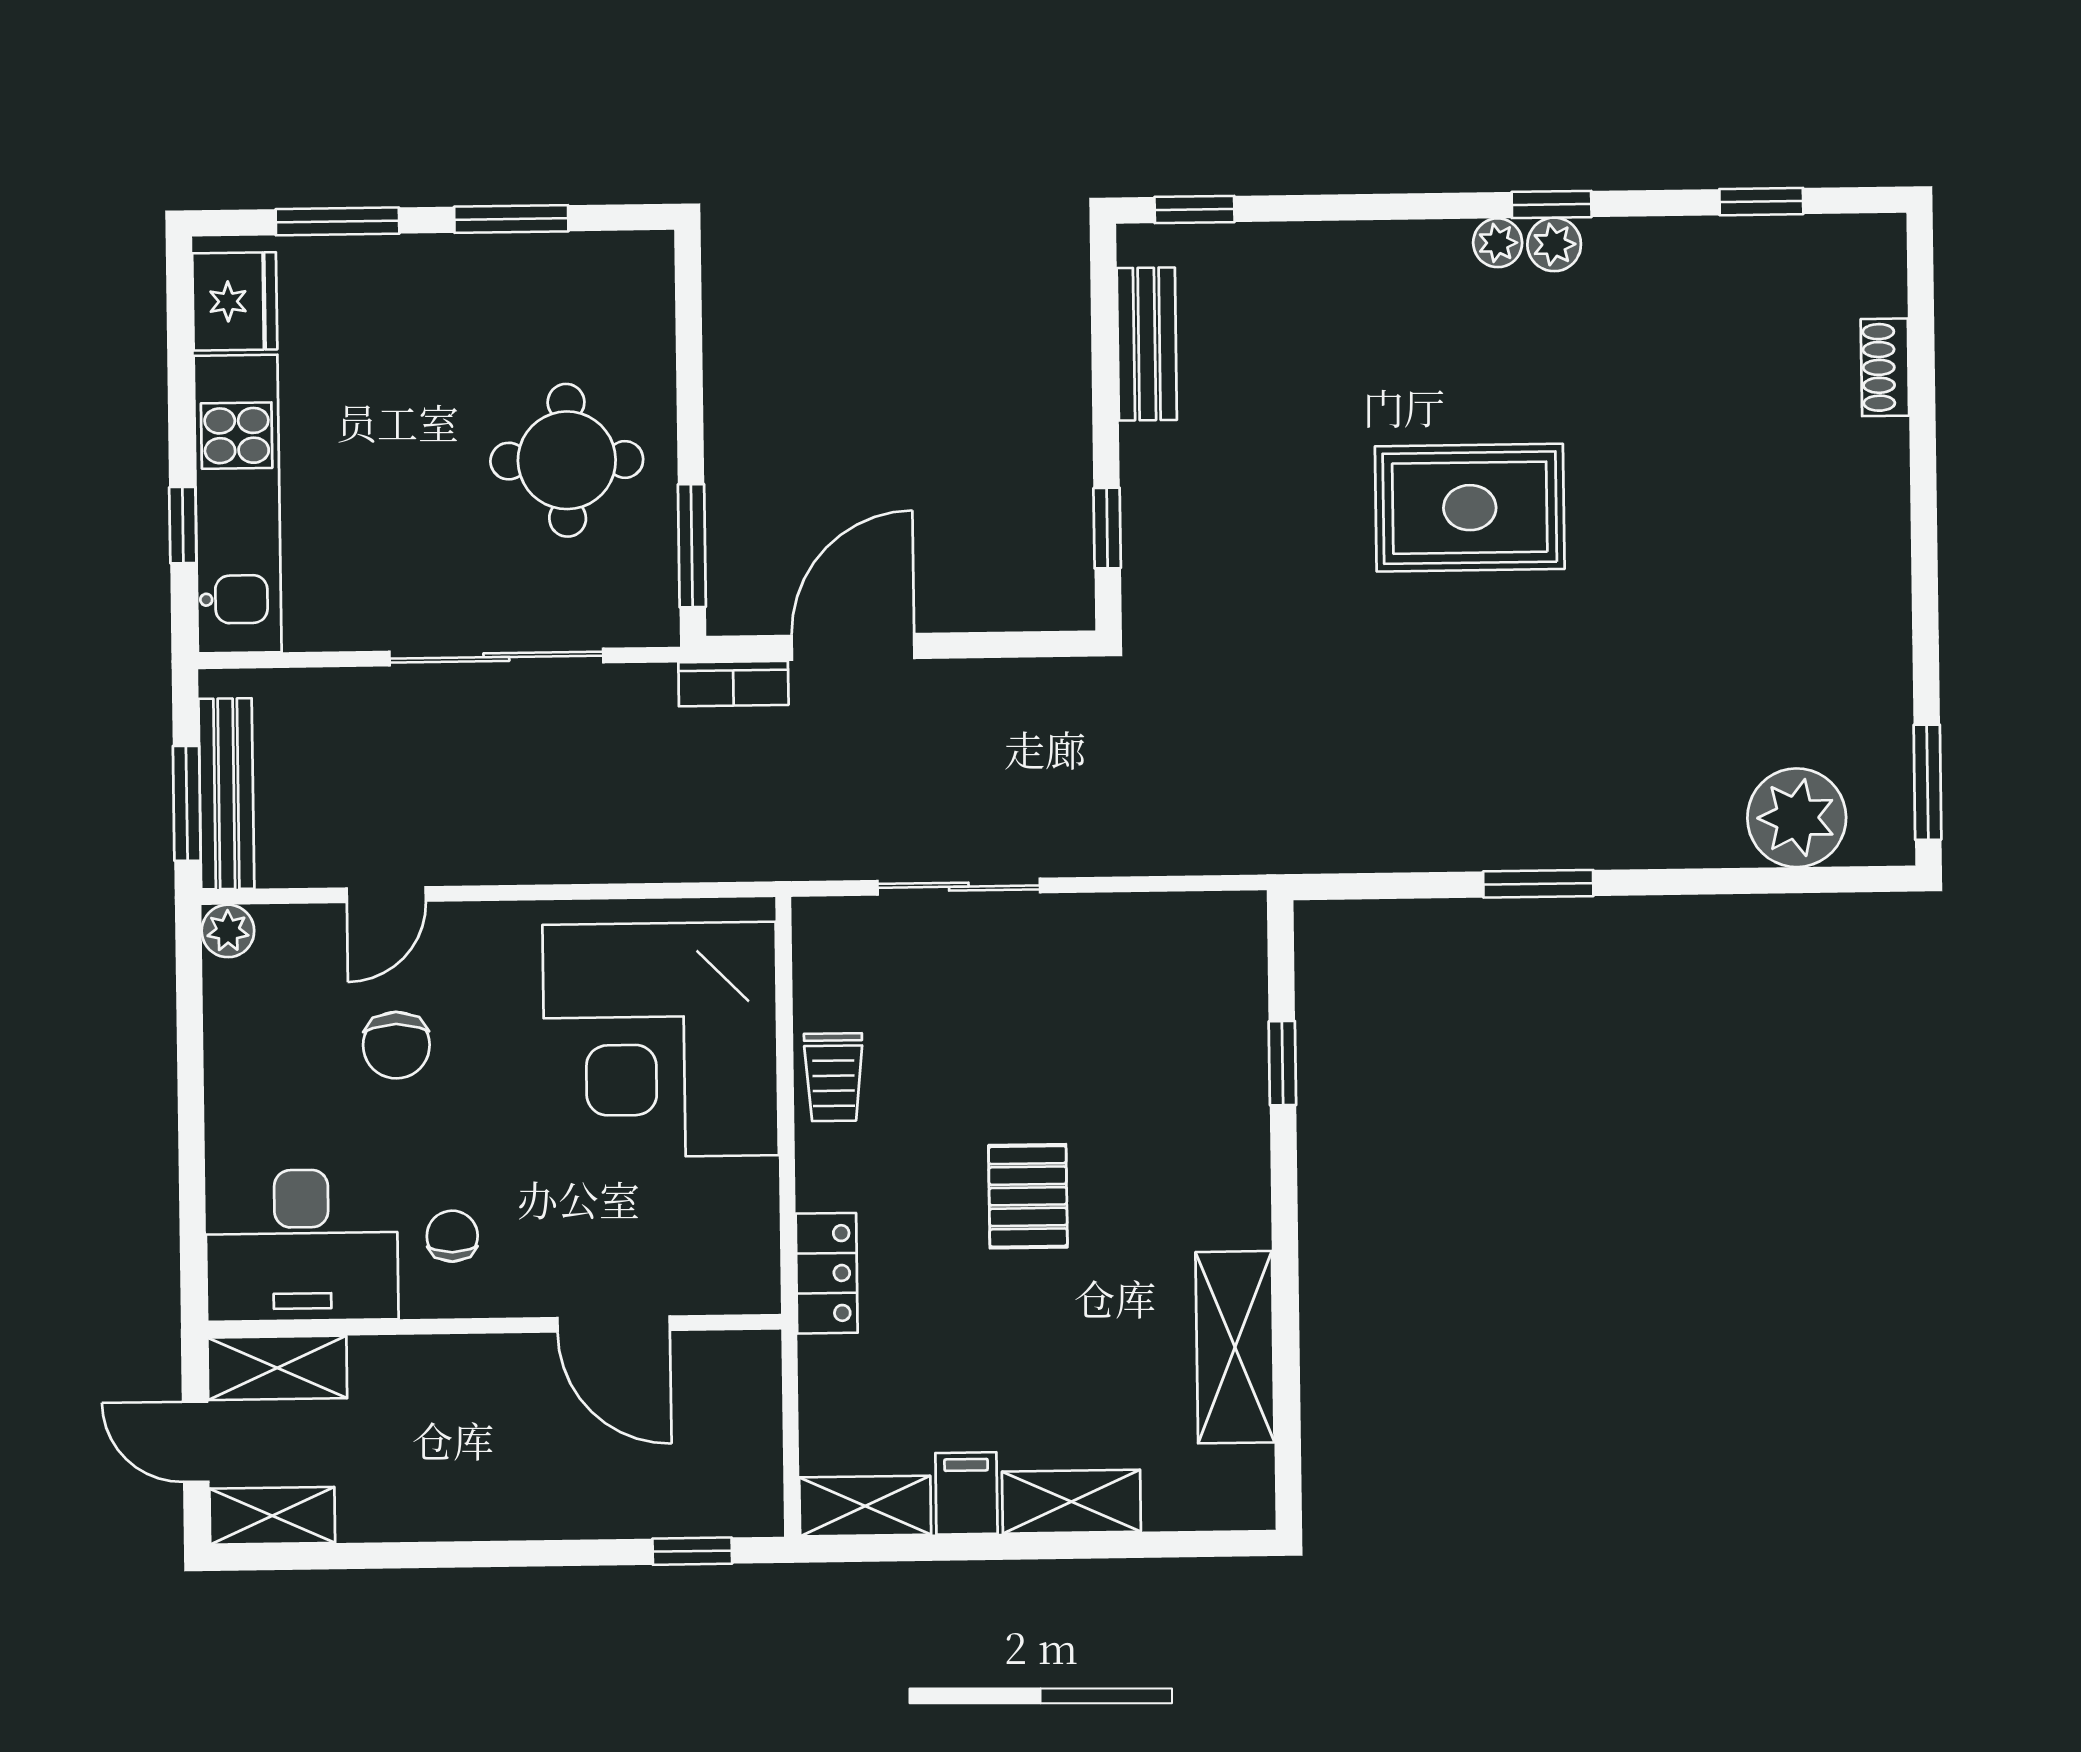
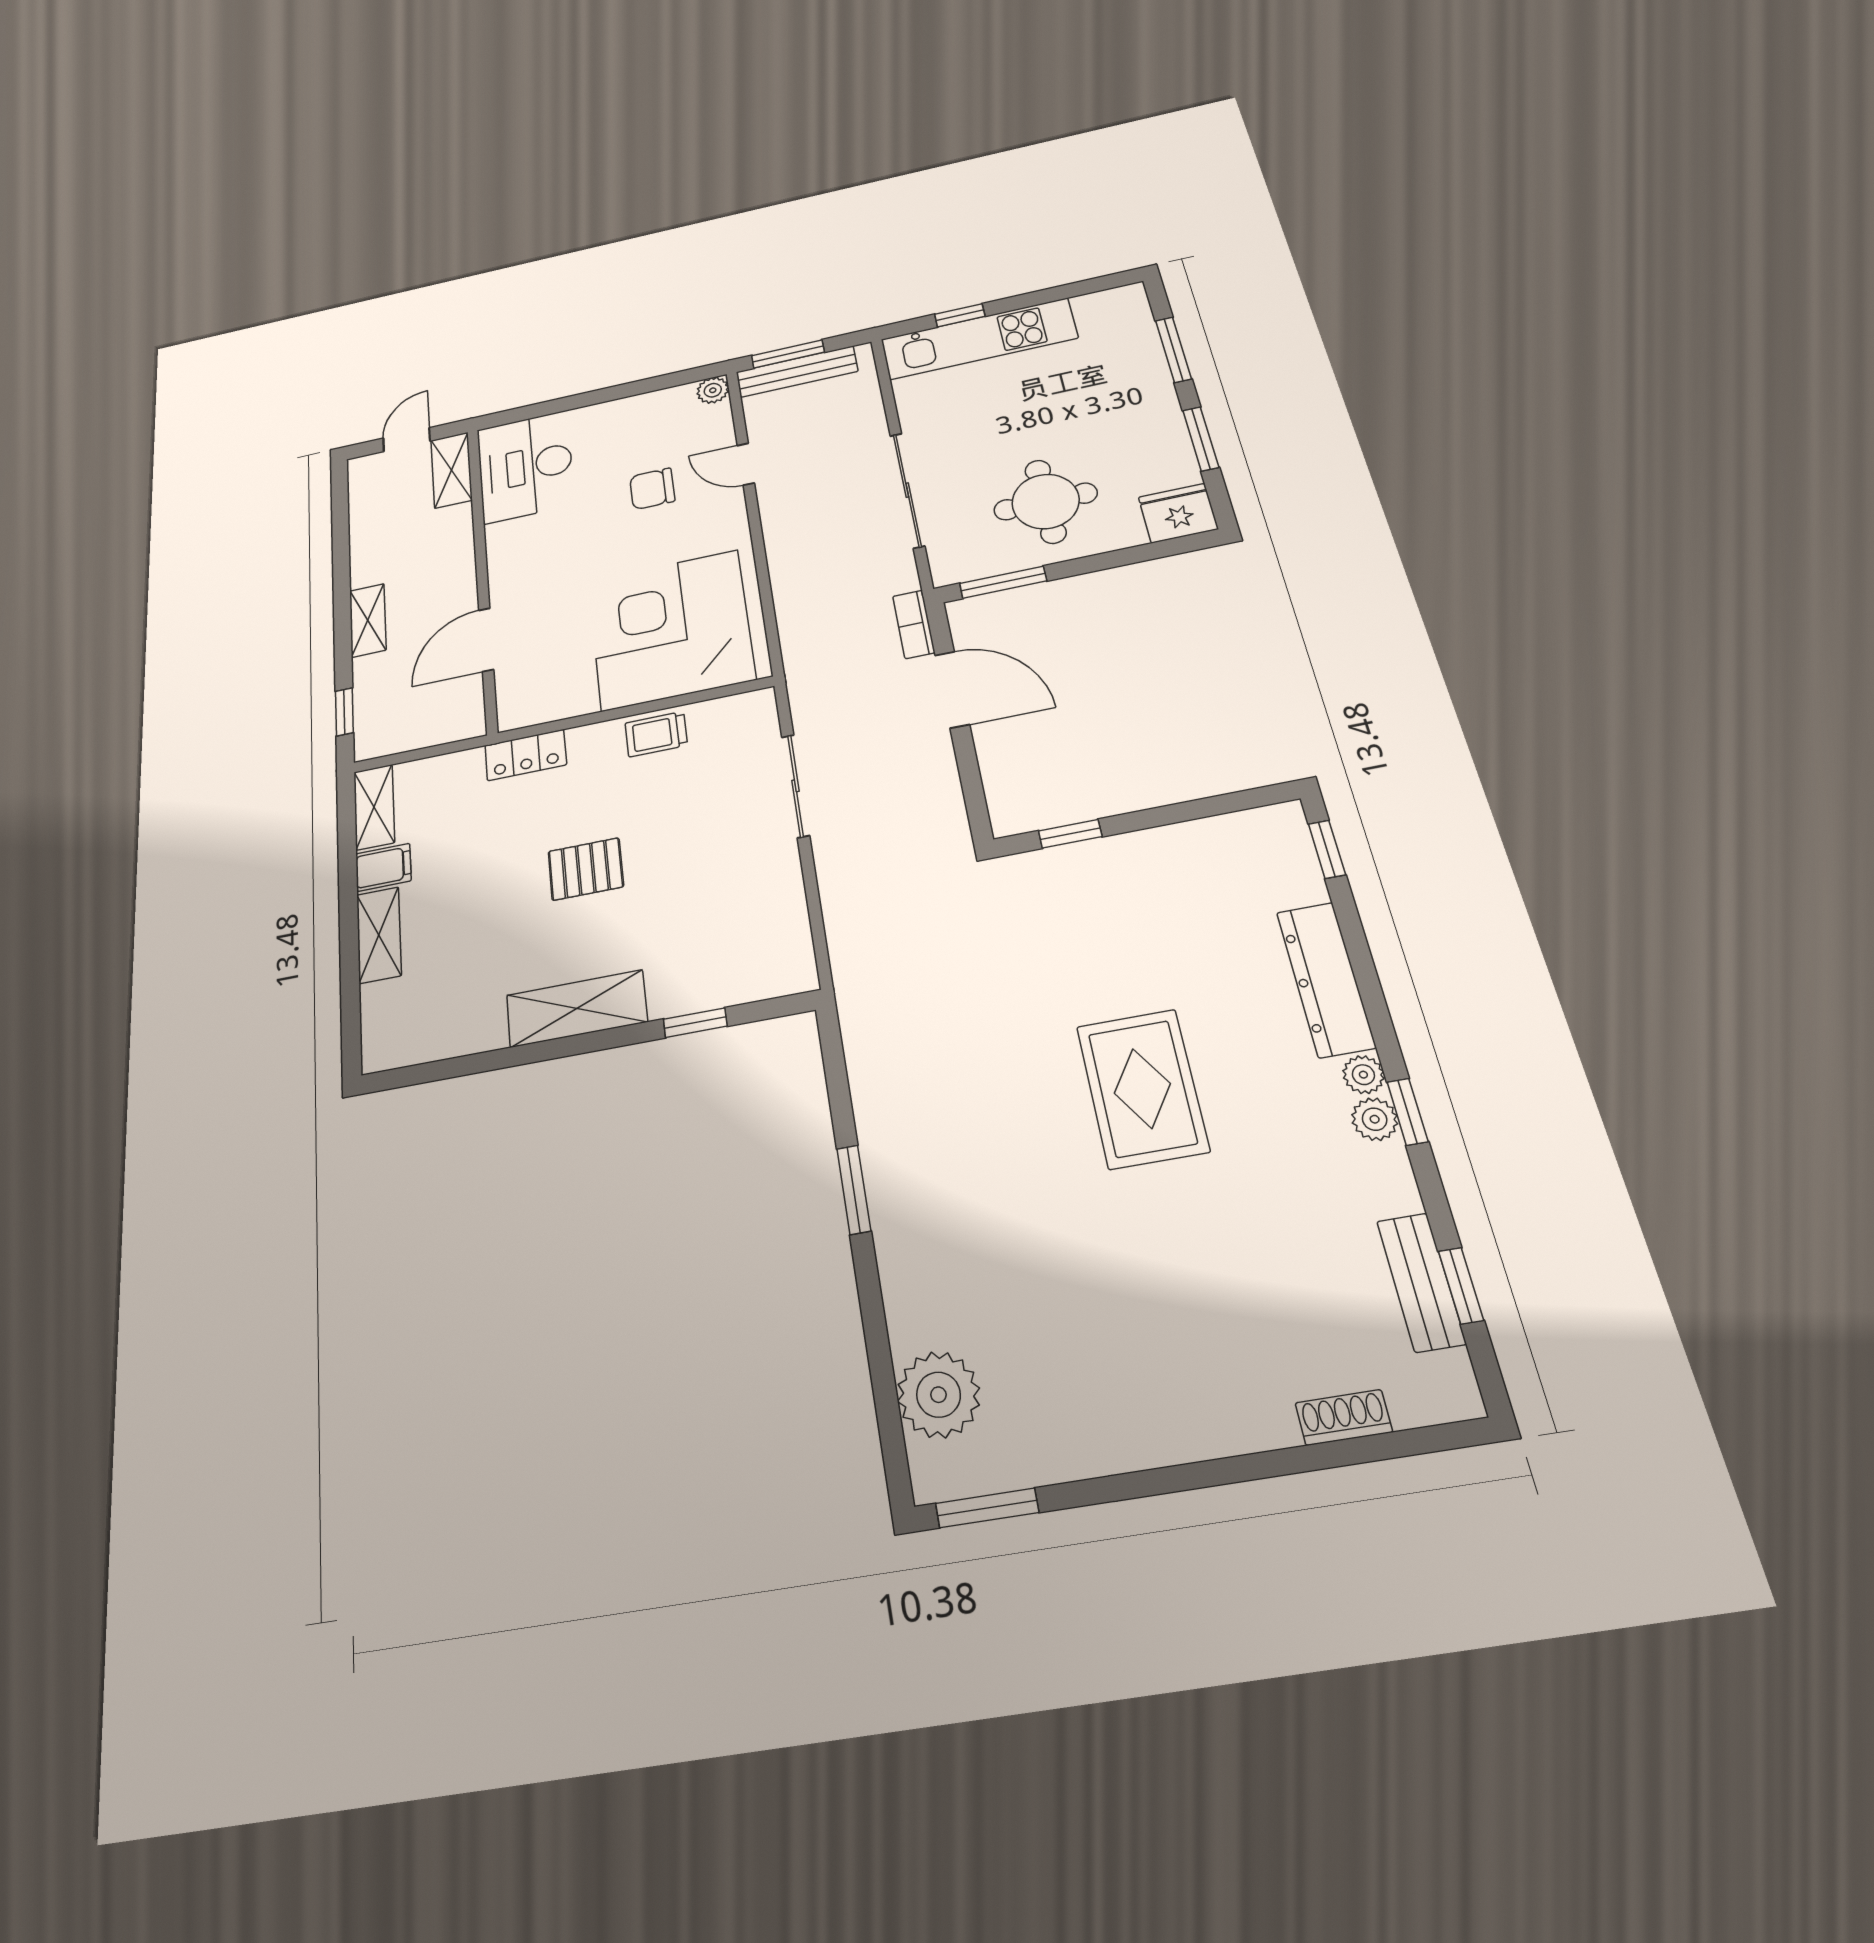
dresser: (1369, 256) -> (1326, 979), added
fridge: (235, 301) -> (1178, 513), moved, turned 180
bench: (1147, 344) -> (1421, 1282), moved, turned 90
chair: (452, 1236) -> (536, 542), removed
shelving: (1235, 1347) -> (577, 1009), moved
shelving: (272, 1516) -> (368, 620), moved

